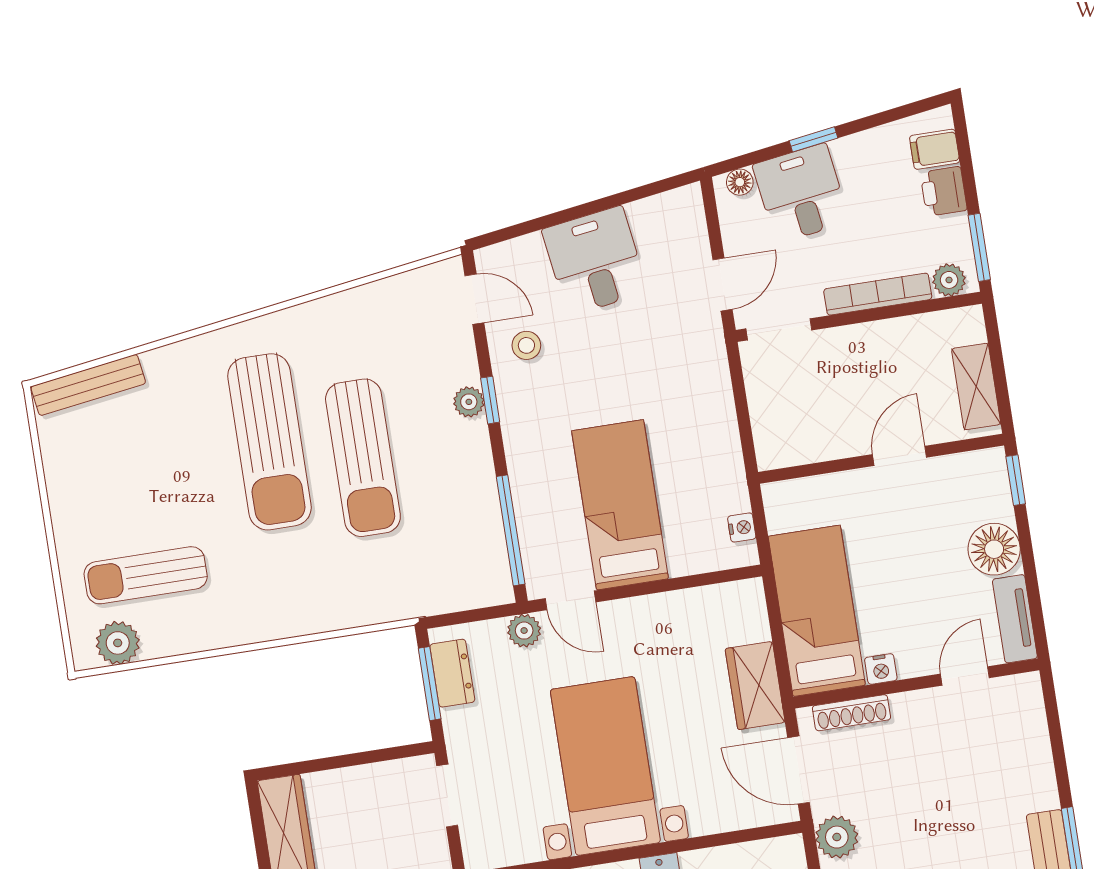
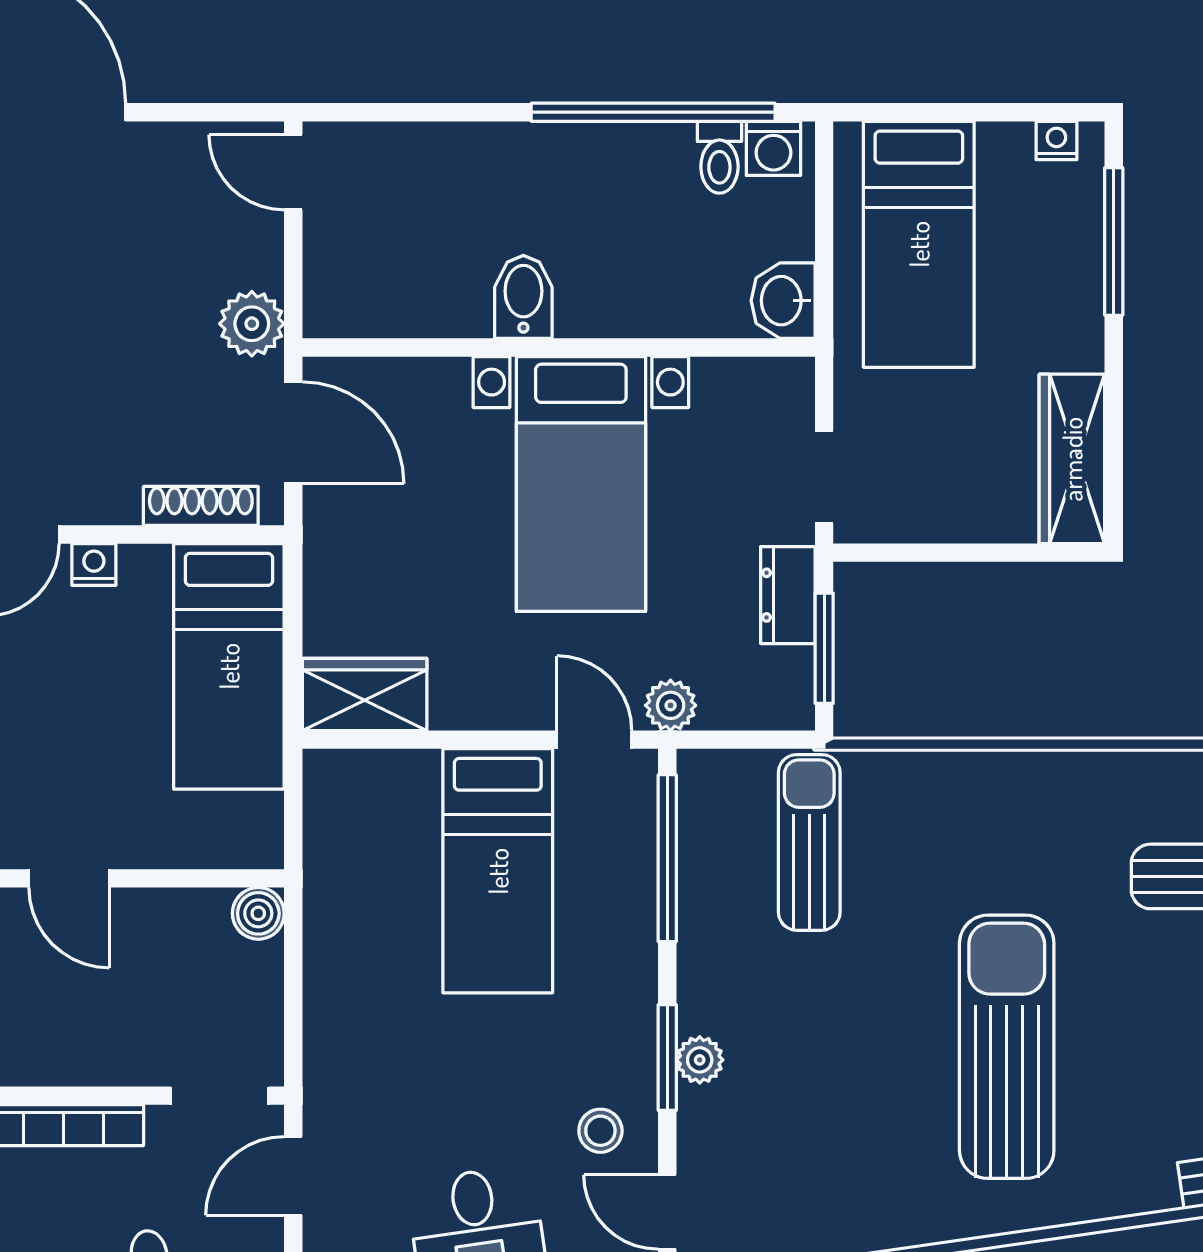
window: (490, 400) -> (667, 1058), width x1.50
boiler: (772, 452) -> (258, 913), added
door: (899, 456) -> (69, 878), hinge flipped
sun lounger: (363, 458) -> (809, 842), moved, width x0.73, depth x0.75
nightstand: (742, 527) -> (321, 808), removed
nightstand: (881, 669) -> (94, 564), moved
dresser: (452, 673) -> (788, 595), moved
wardrobe: (755, 686) -> (365, 694), moved, turned -90

